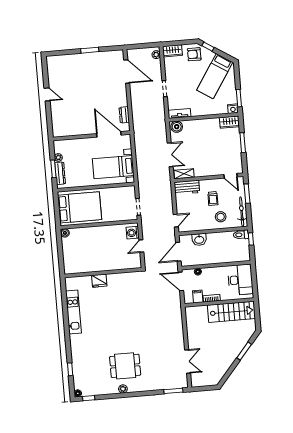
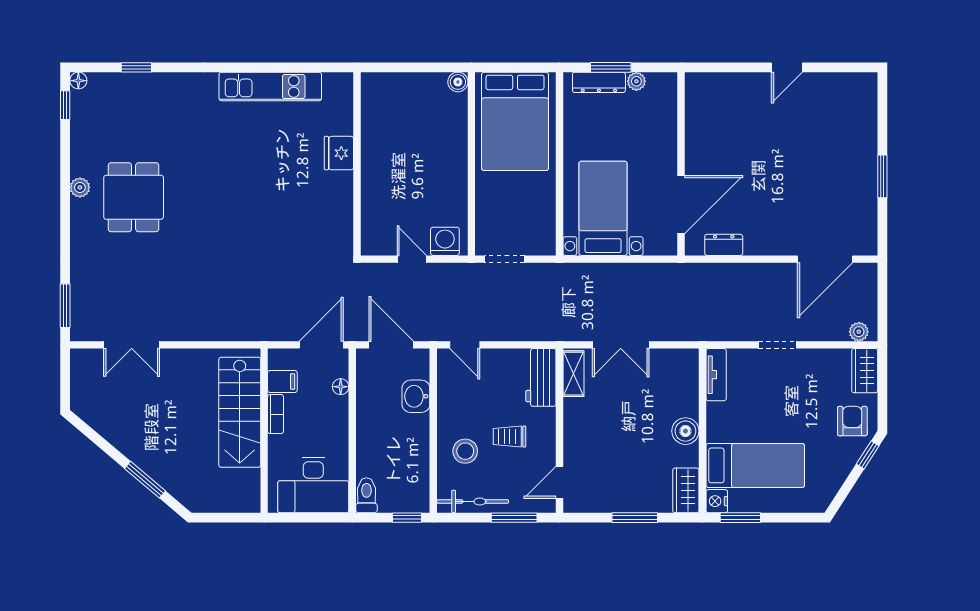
bed: (215, 76) -> (755, 465), moved, turned 147
boiler: (177, 127) -> (685, 431), moved
toilet: (241, 235) -> (366, 495), moved
stairs: (231, 312) -> (240, 412), moved

